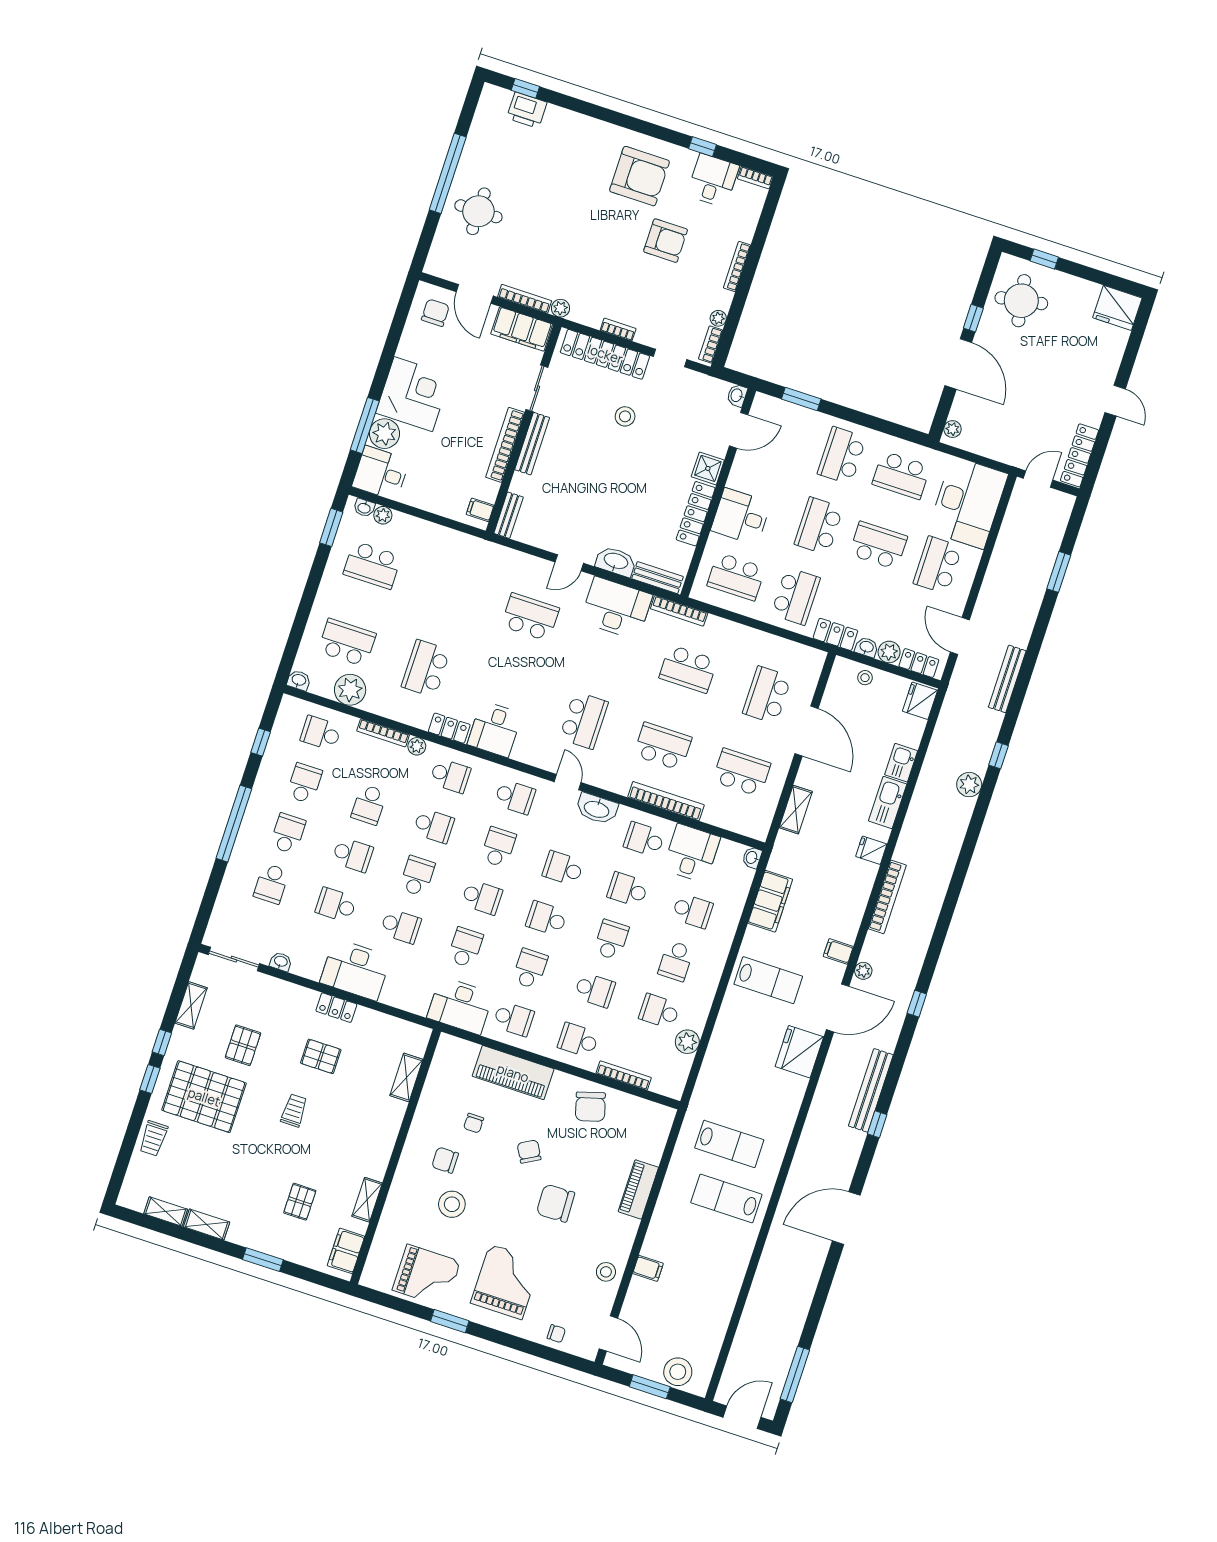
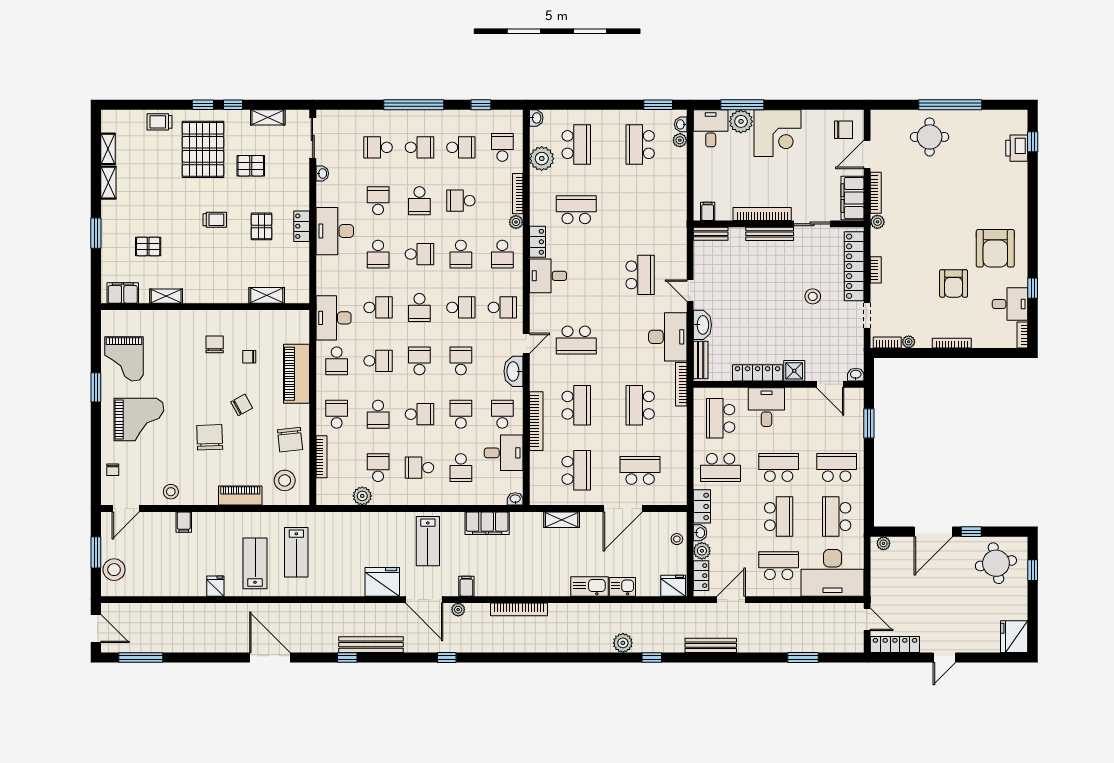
school desk: (515, 797) -> (502, 307), turned -90
fridge: (871, 850) -> (215, 586), moved
chair: (590, 1107) -> (290, 440), turned -80
stool: (452, 1204) -> (285, 480), moved

